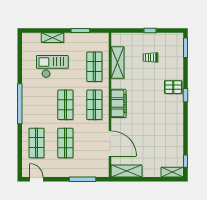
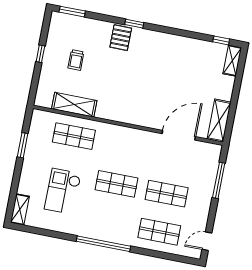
shelving: (52, 38) -> (20, 209), moved
filing cabinet: (118, 103) -> (128, 114), removed
shop shelf: (94, 105) -> (124, 146), removed

